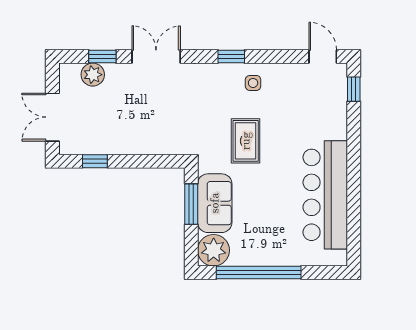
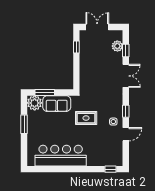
door: (323, 57) -> (126, 134), moved
window: (191, 204) -> (45, 92), moved
window: (259, 272) -> (24, 124), width x0.47

